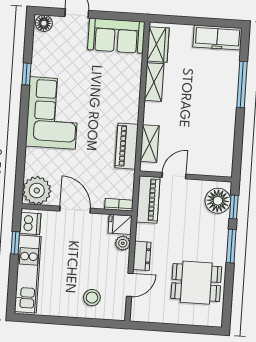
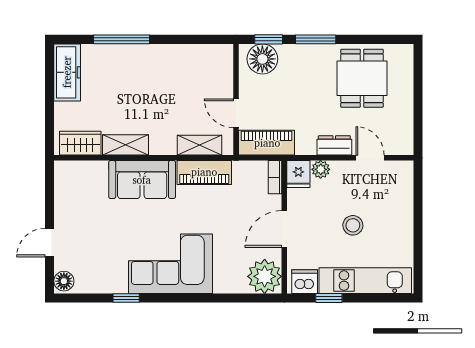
sofa: (116, 36) -> (142, 180), moved, turned 90
stool: (92, 298) -> (353, 225), moved

